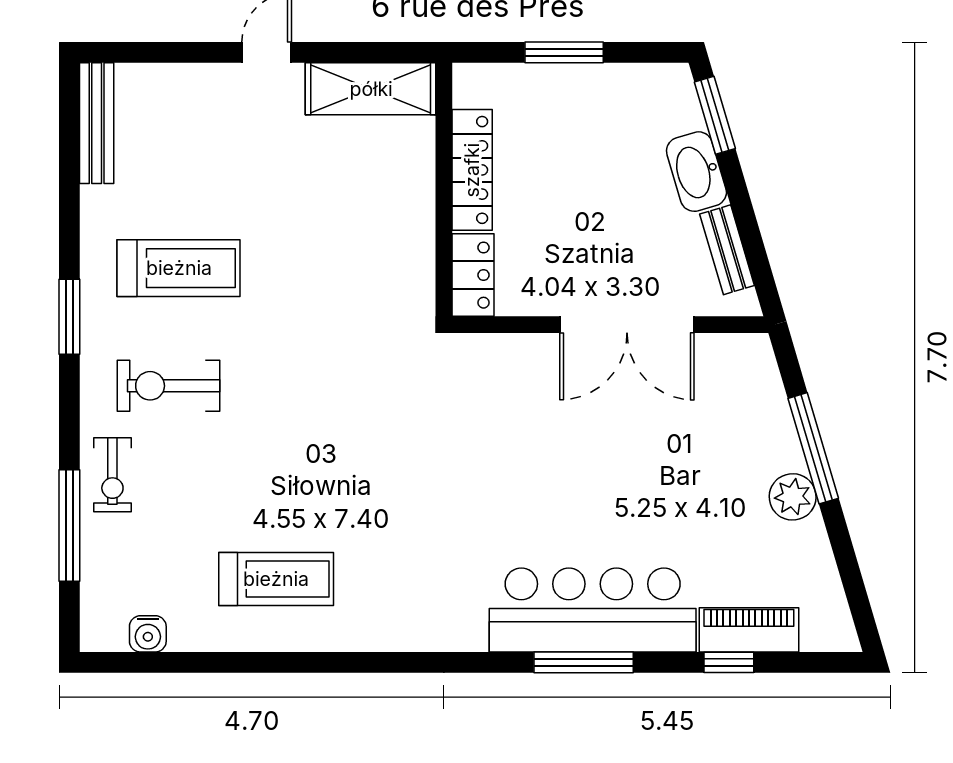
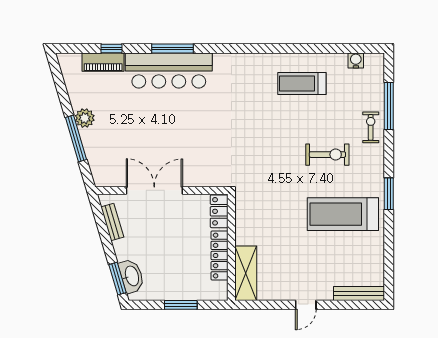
shelving: (371, 89) -> (246, 273), moved, turned 90
bench: (97, 123) -> (359, 293), moved, turned 90
washbasin: (696, 172) -> (131, 276), moved
treadmill: (179, 268) -> (343, 214), width x1.37, depth x1.38
exercise bike: (168, 386) -> (327, 155), moved

